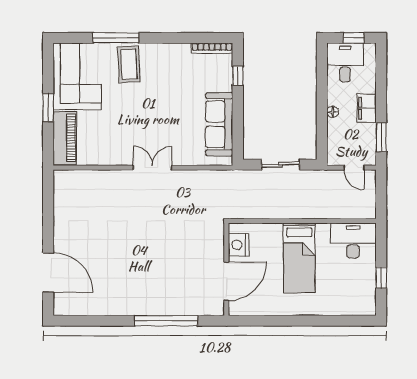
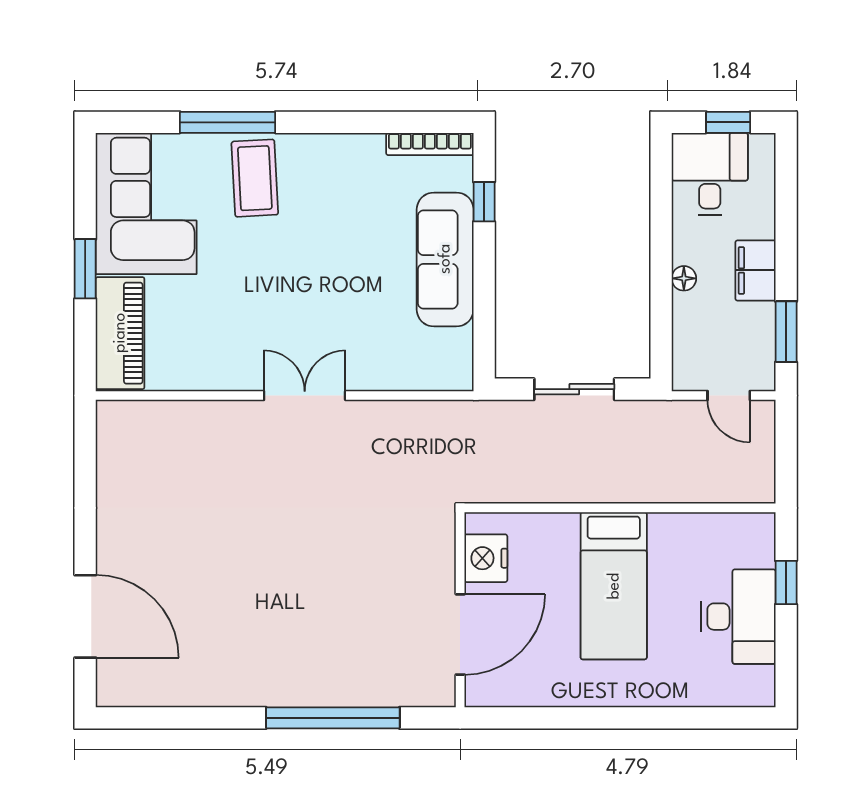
sofa: (219, 124) -> (445, 259), moved
desk: (353, 241) -> (738, 617), moved, turned 90
window: (381, 278) -> (786, 582), moved

